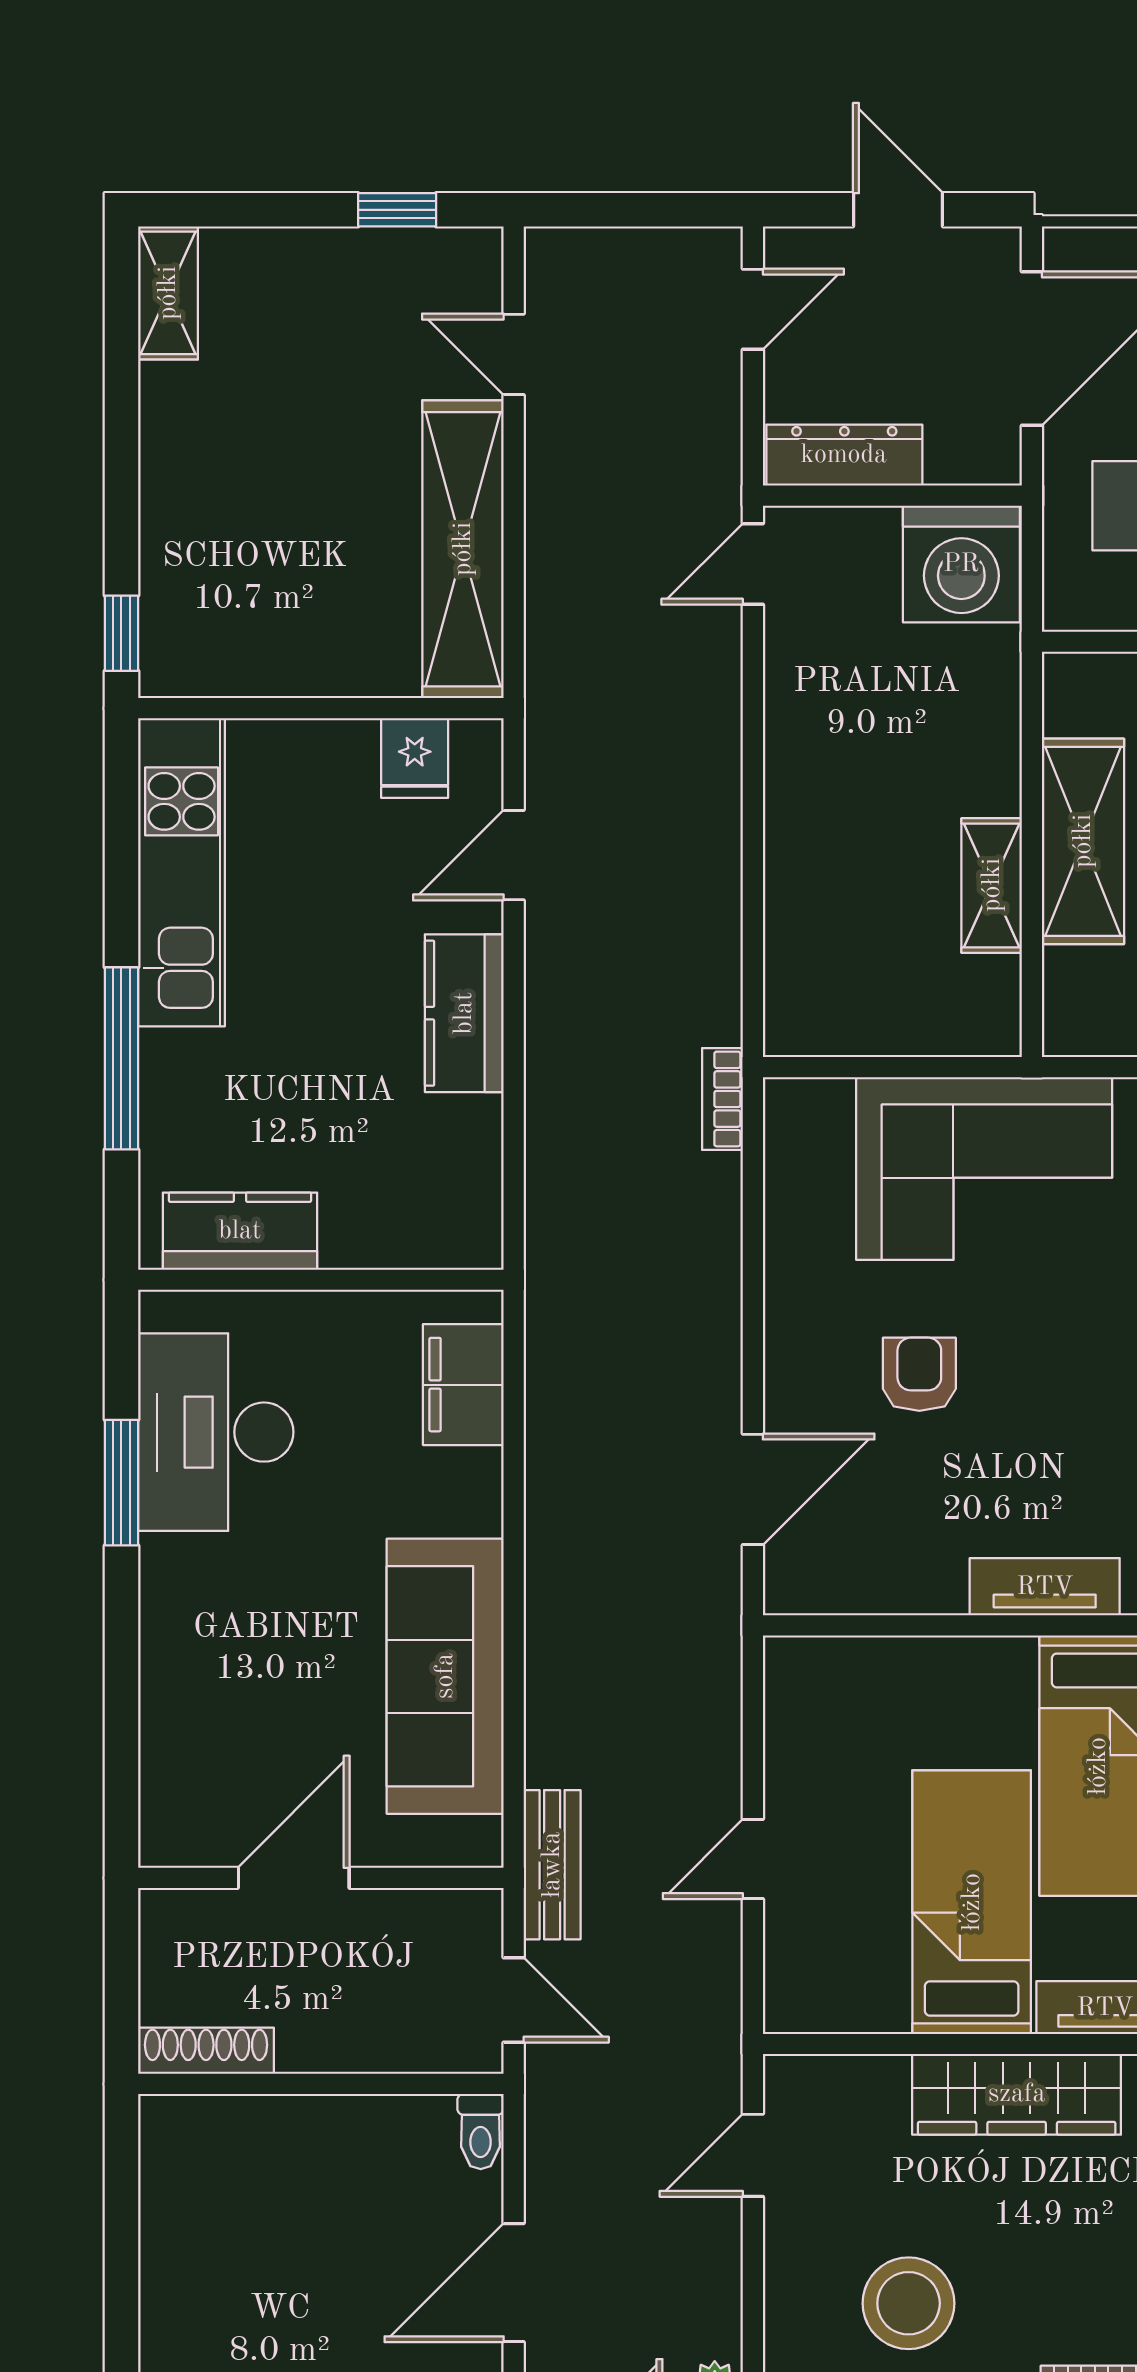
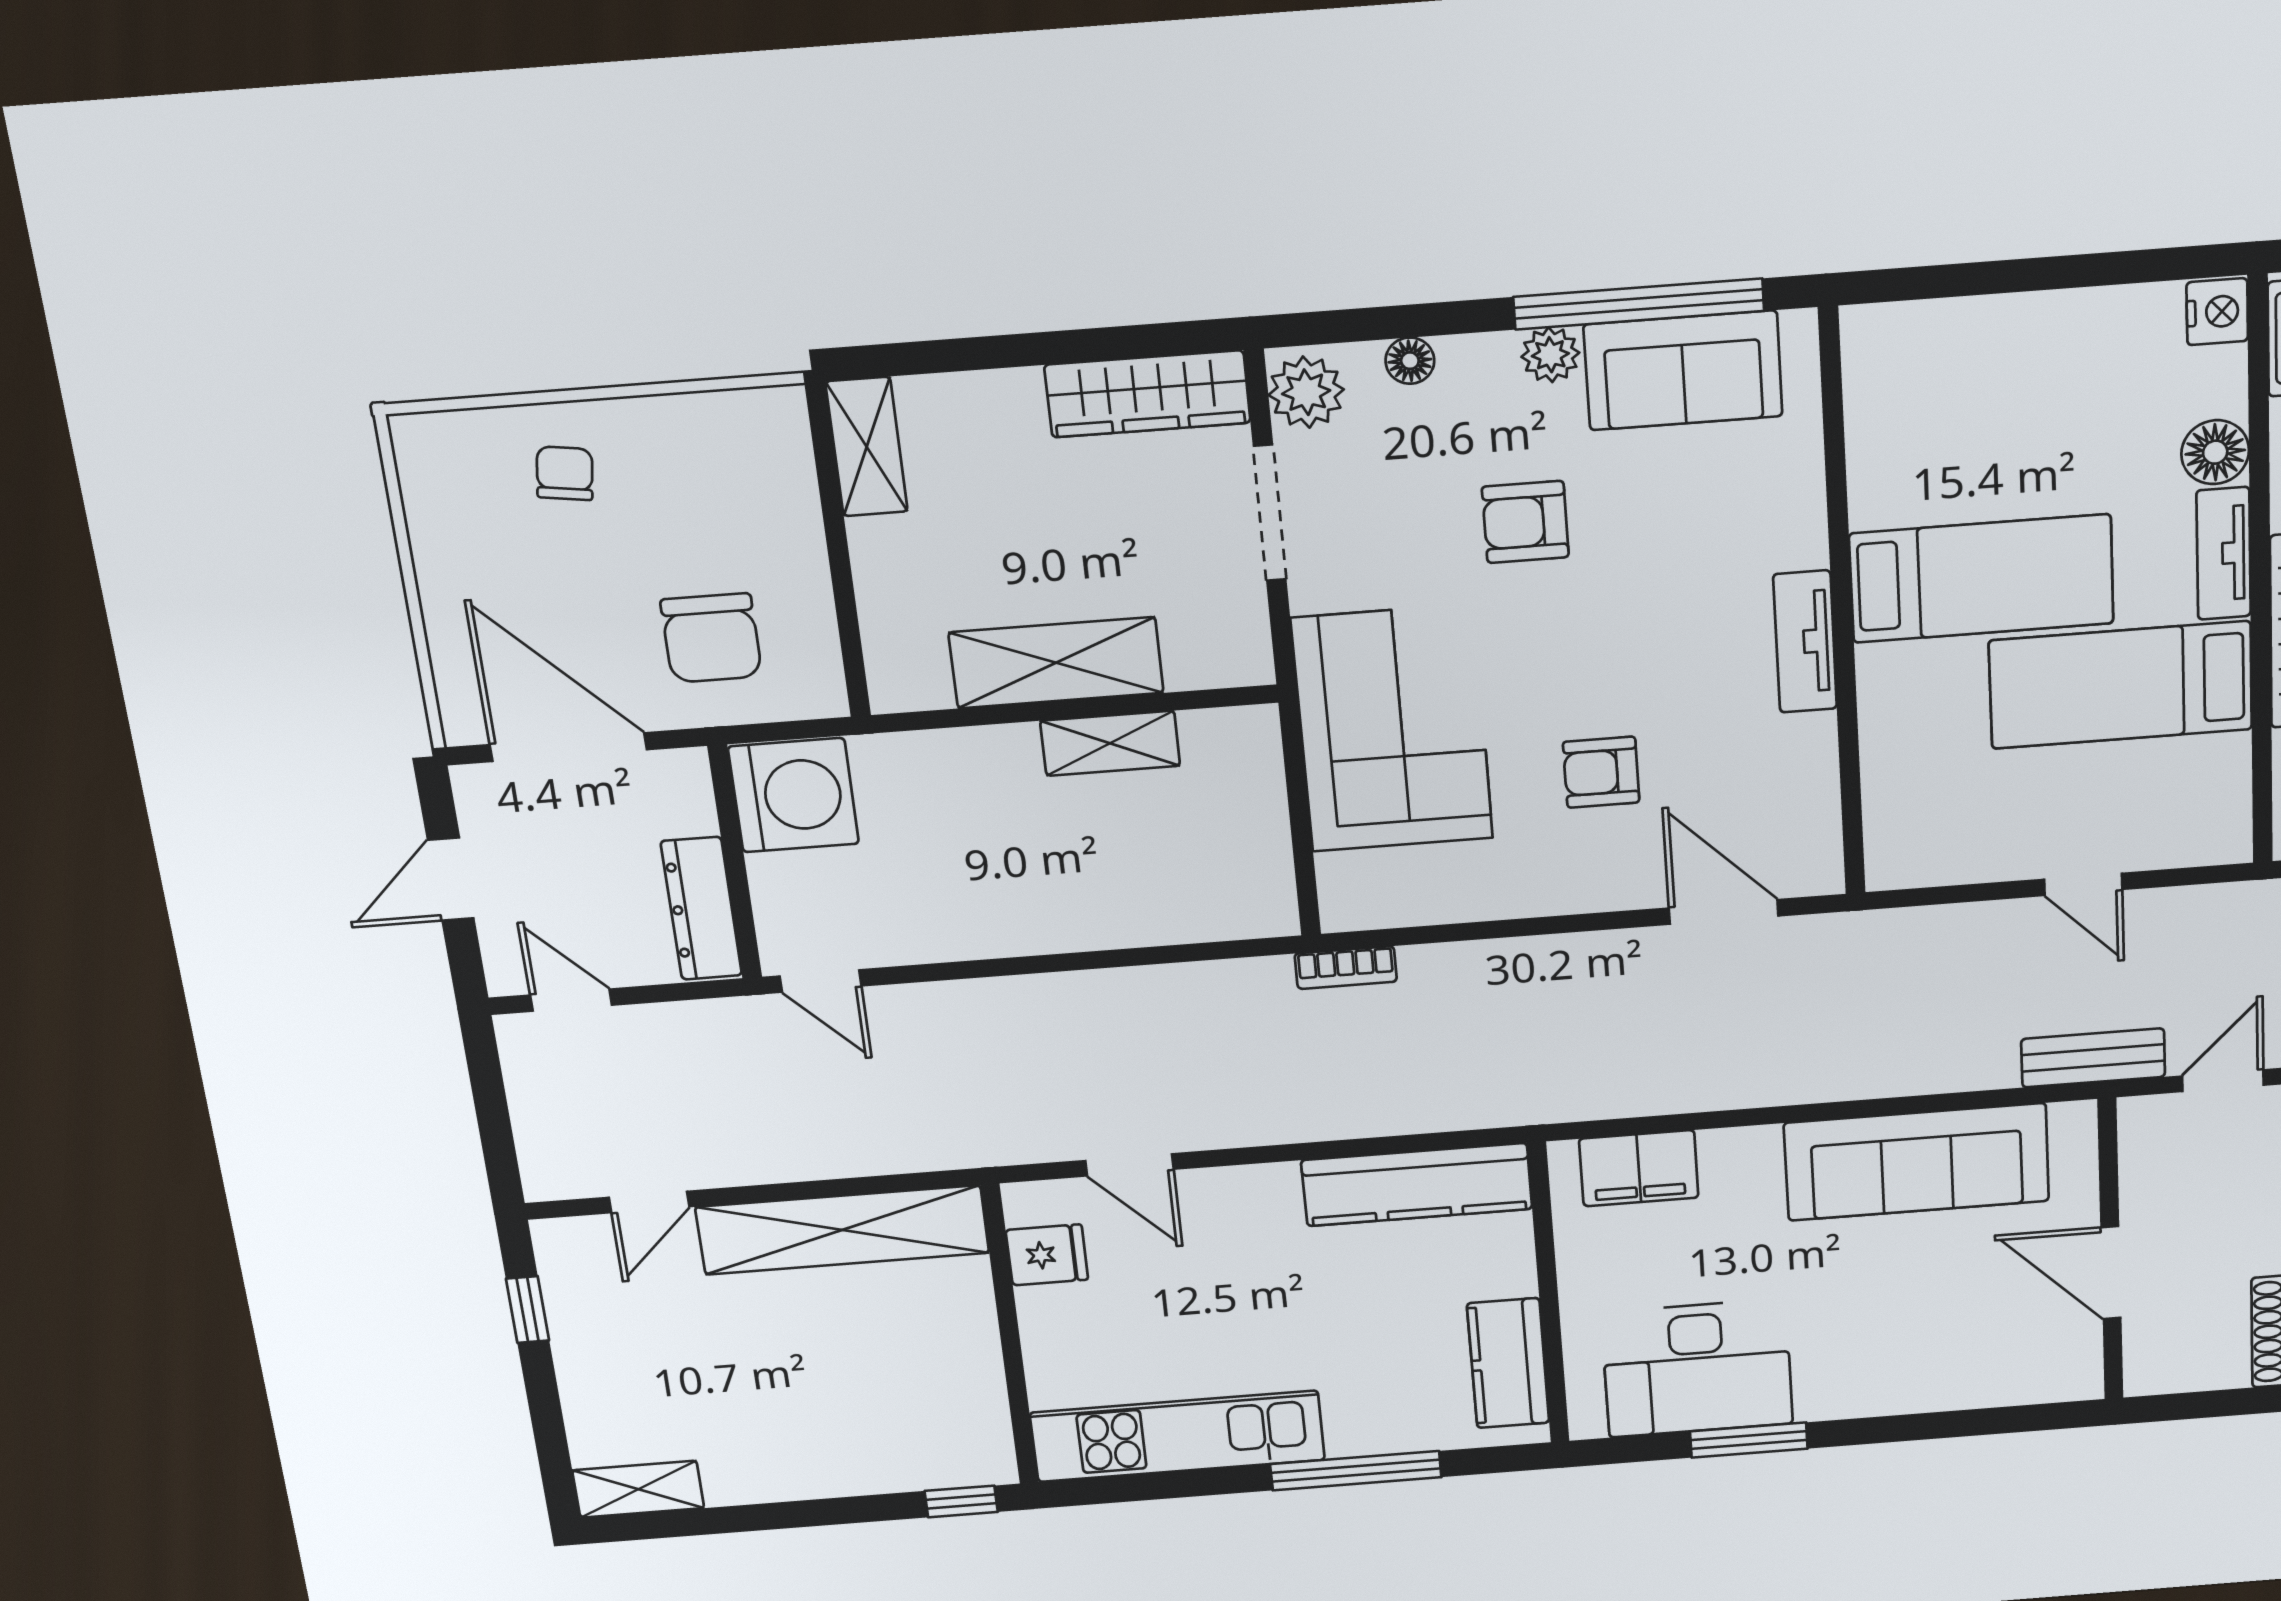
kitchen counter: (464, 1013) -> (1417, 1185), moved, width x1.50

